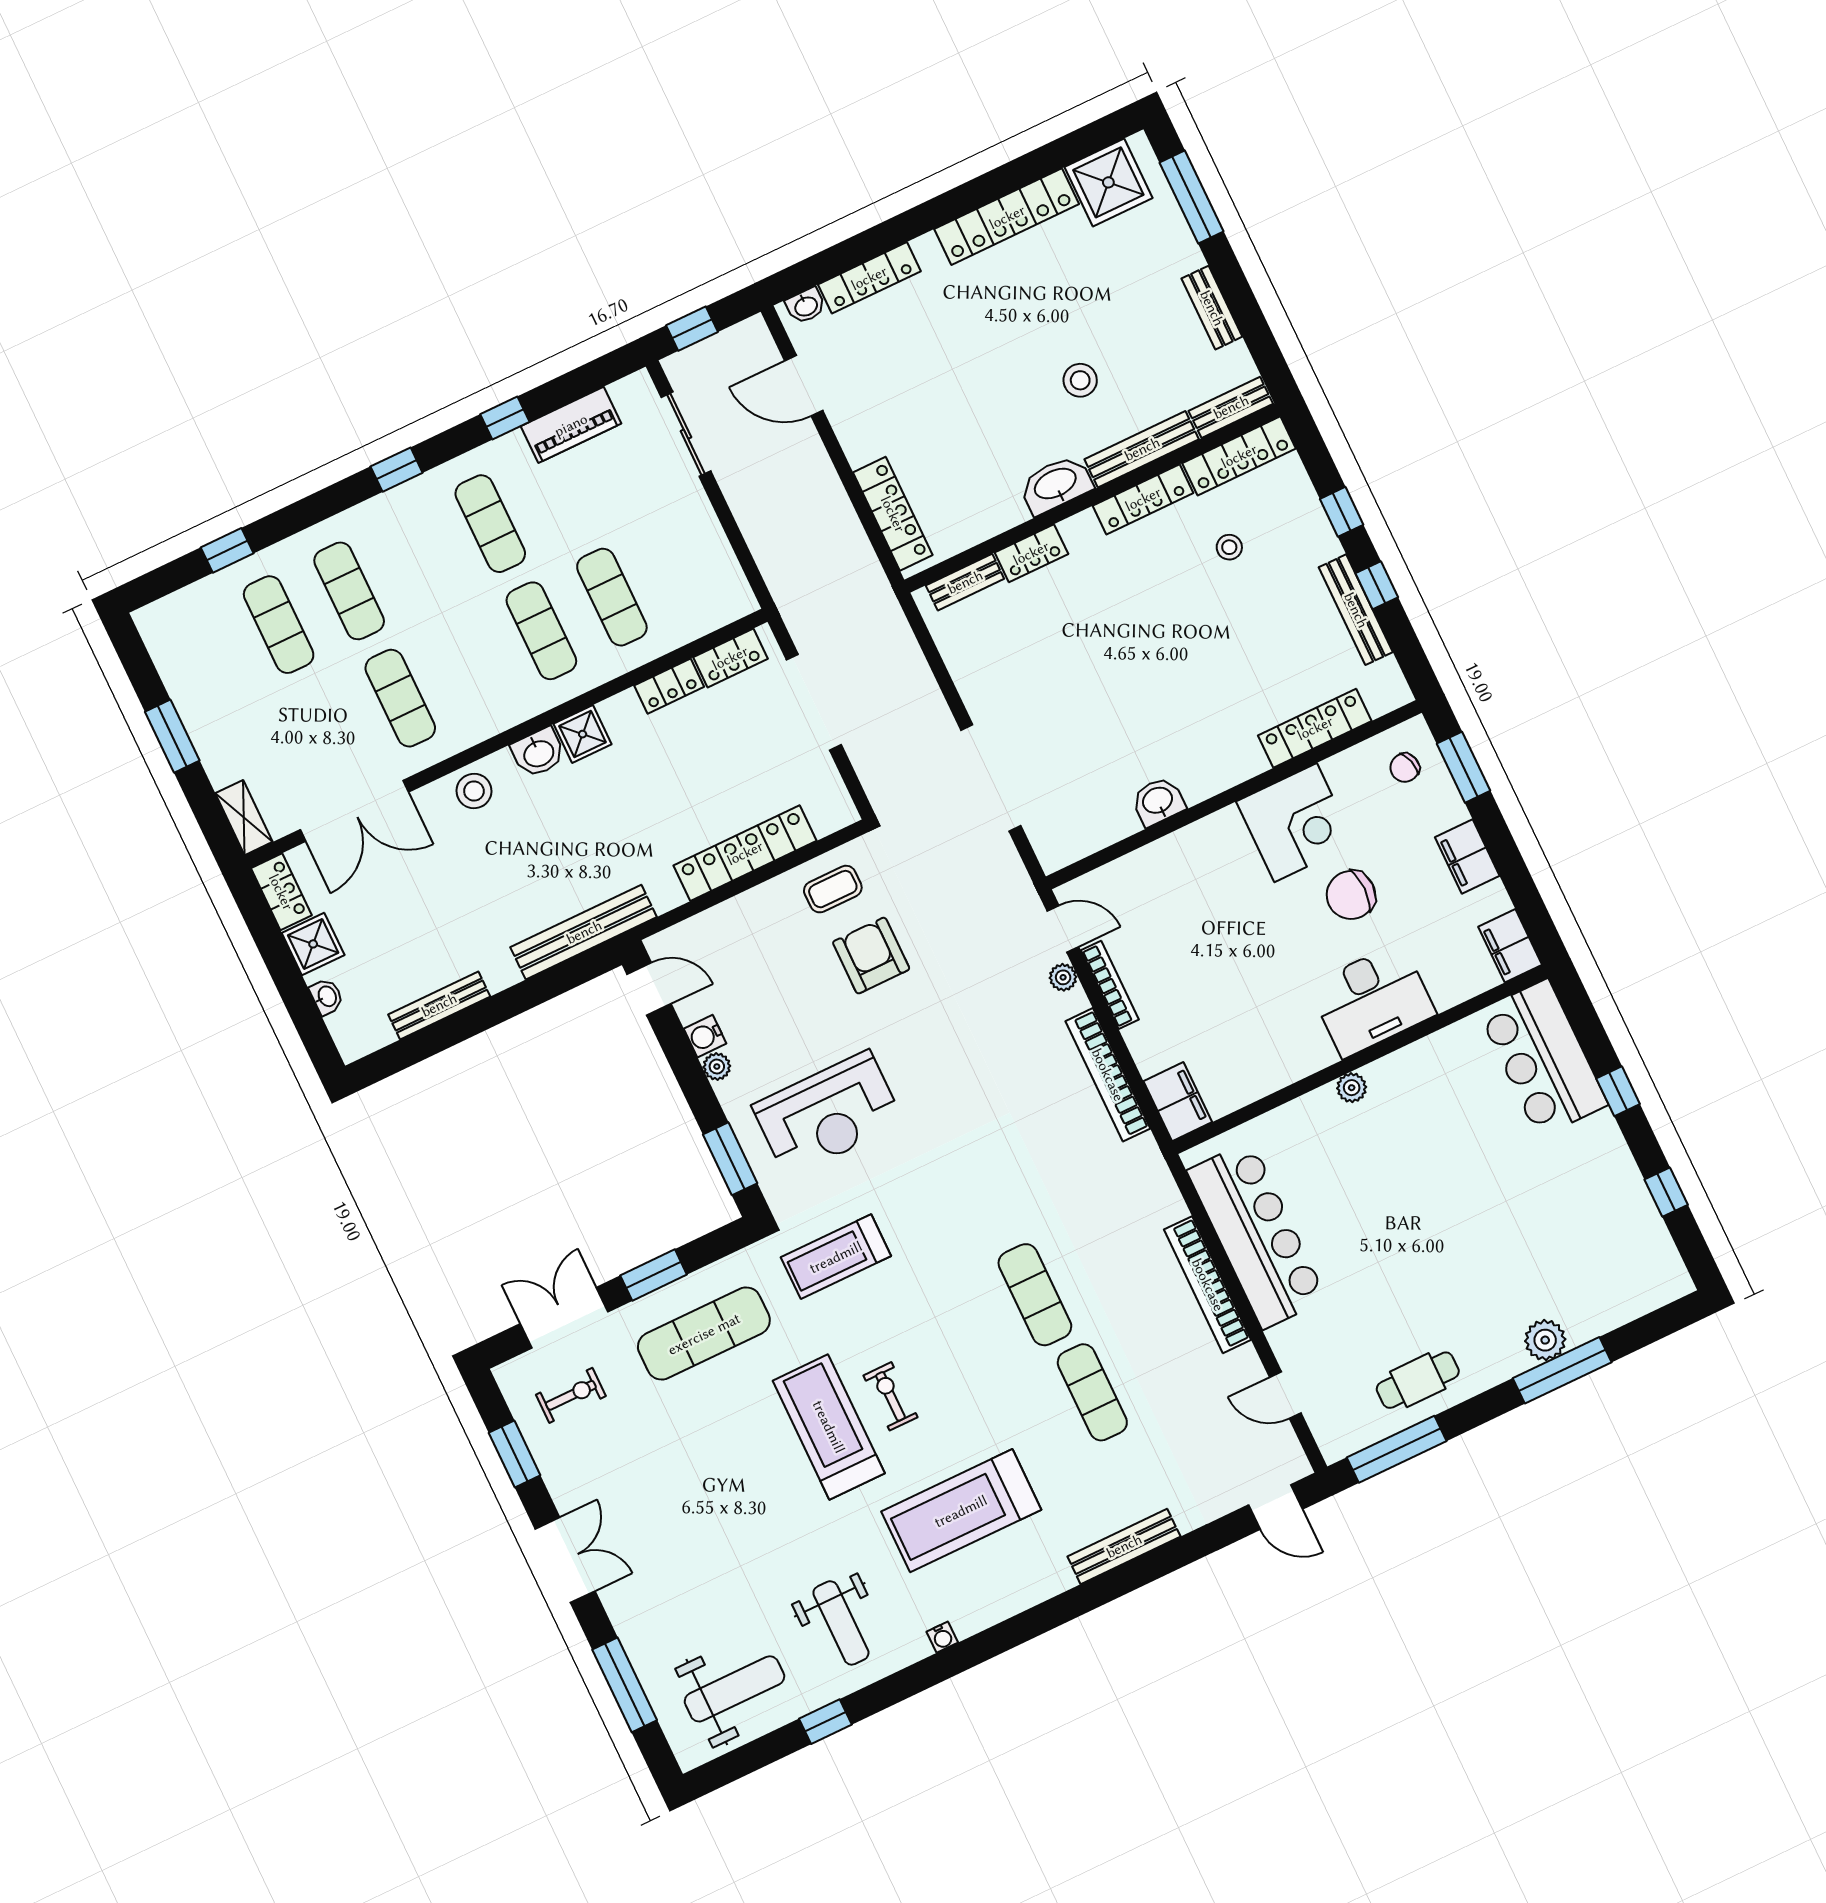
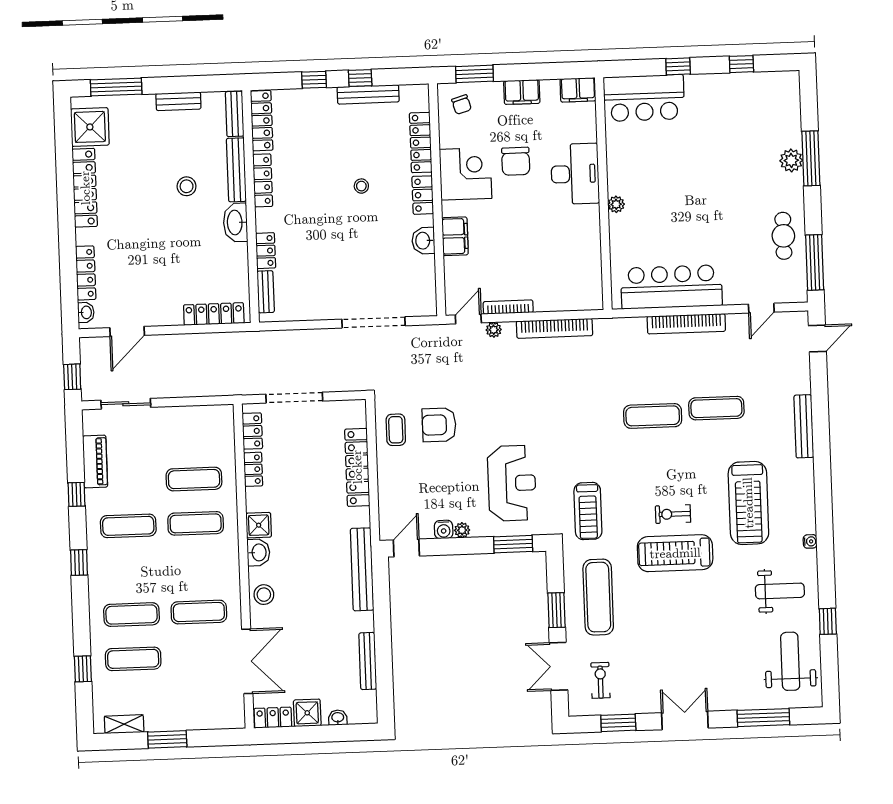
stool: (1229, 547) -> (361, 186), moved
locker: (1231, 768) -> (423, 195), added
shelving: (244, 818) -> (124, 724), moved
filing cabinet: (1178, 1102) -> (455, 236), moved, turned 90

